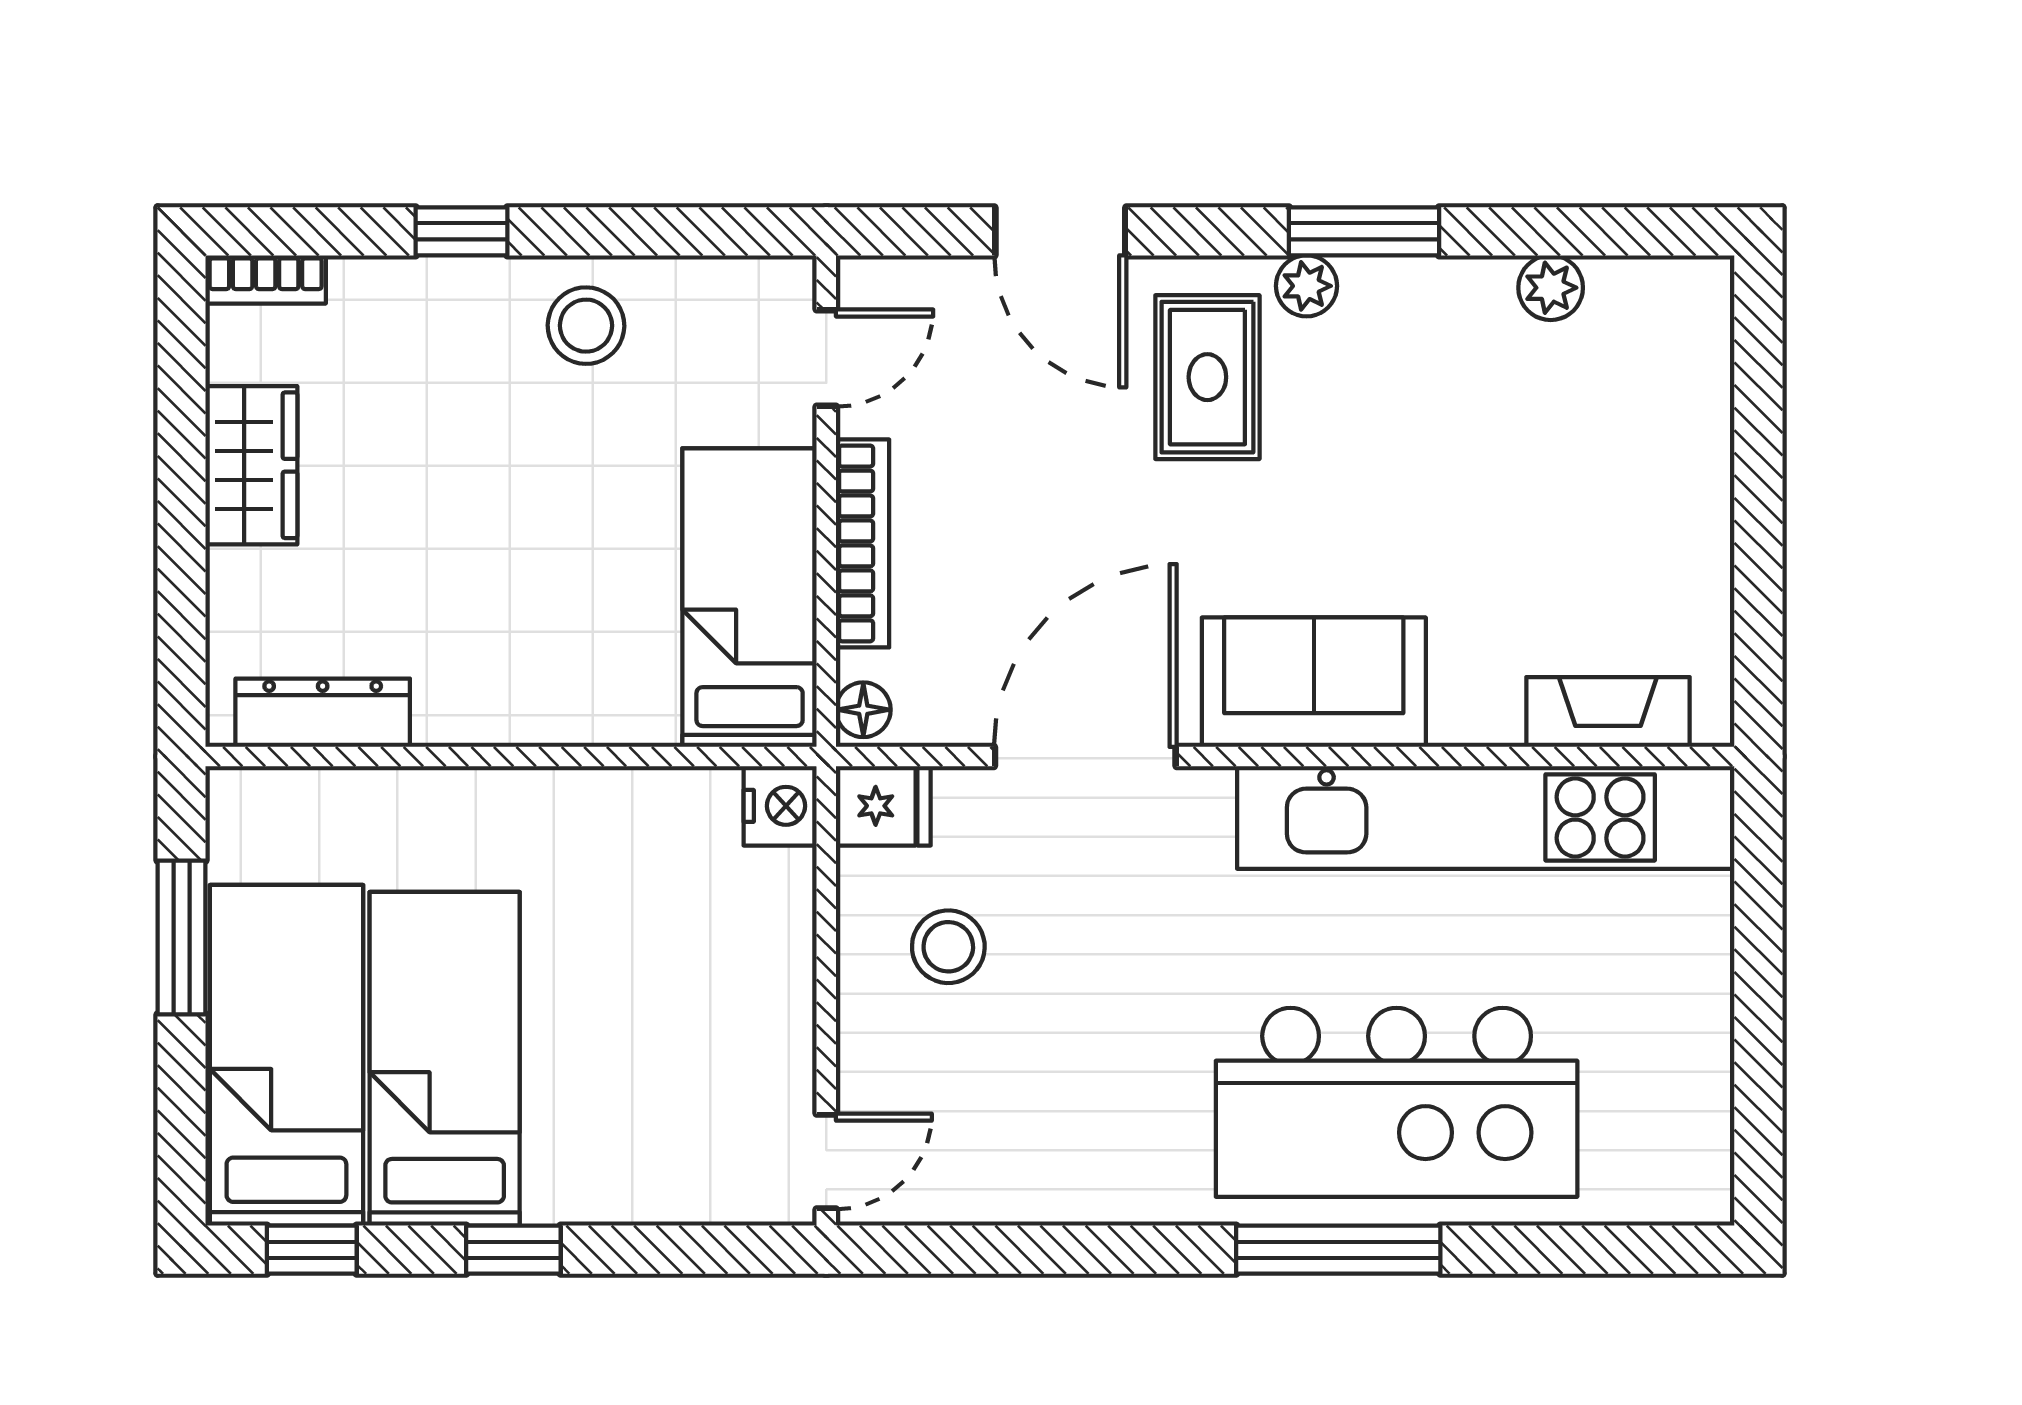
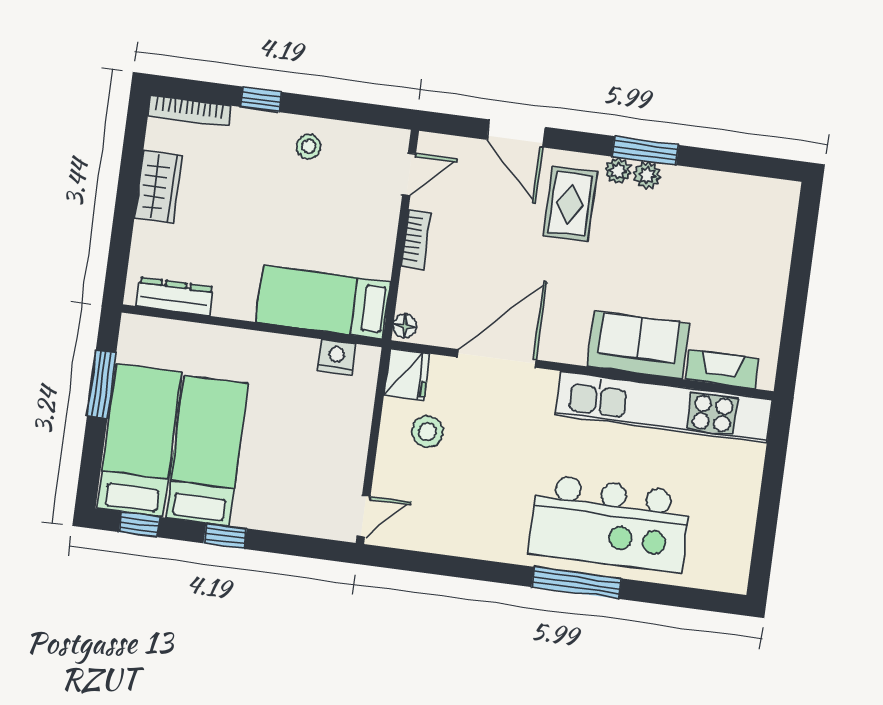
bookcase: (266, 279) -> (189, 111), width x1.56
plant: (1551, 288) -> (647, 175), moved
stool: (586, 326) -> (309, 147), width x0.73, depth x0.73
bookcase: (863, 543) -> (416, 239), width x0.64
bed: (750, 598) -> (323, 302), moved, turned -90
sofa: (1314, 682) -> (638, 345), moved
nightstand: (780, 806) -> (336, 357), moved, turned -90
fridge: (883, 806) -> (407, 374), width x1.38

